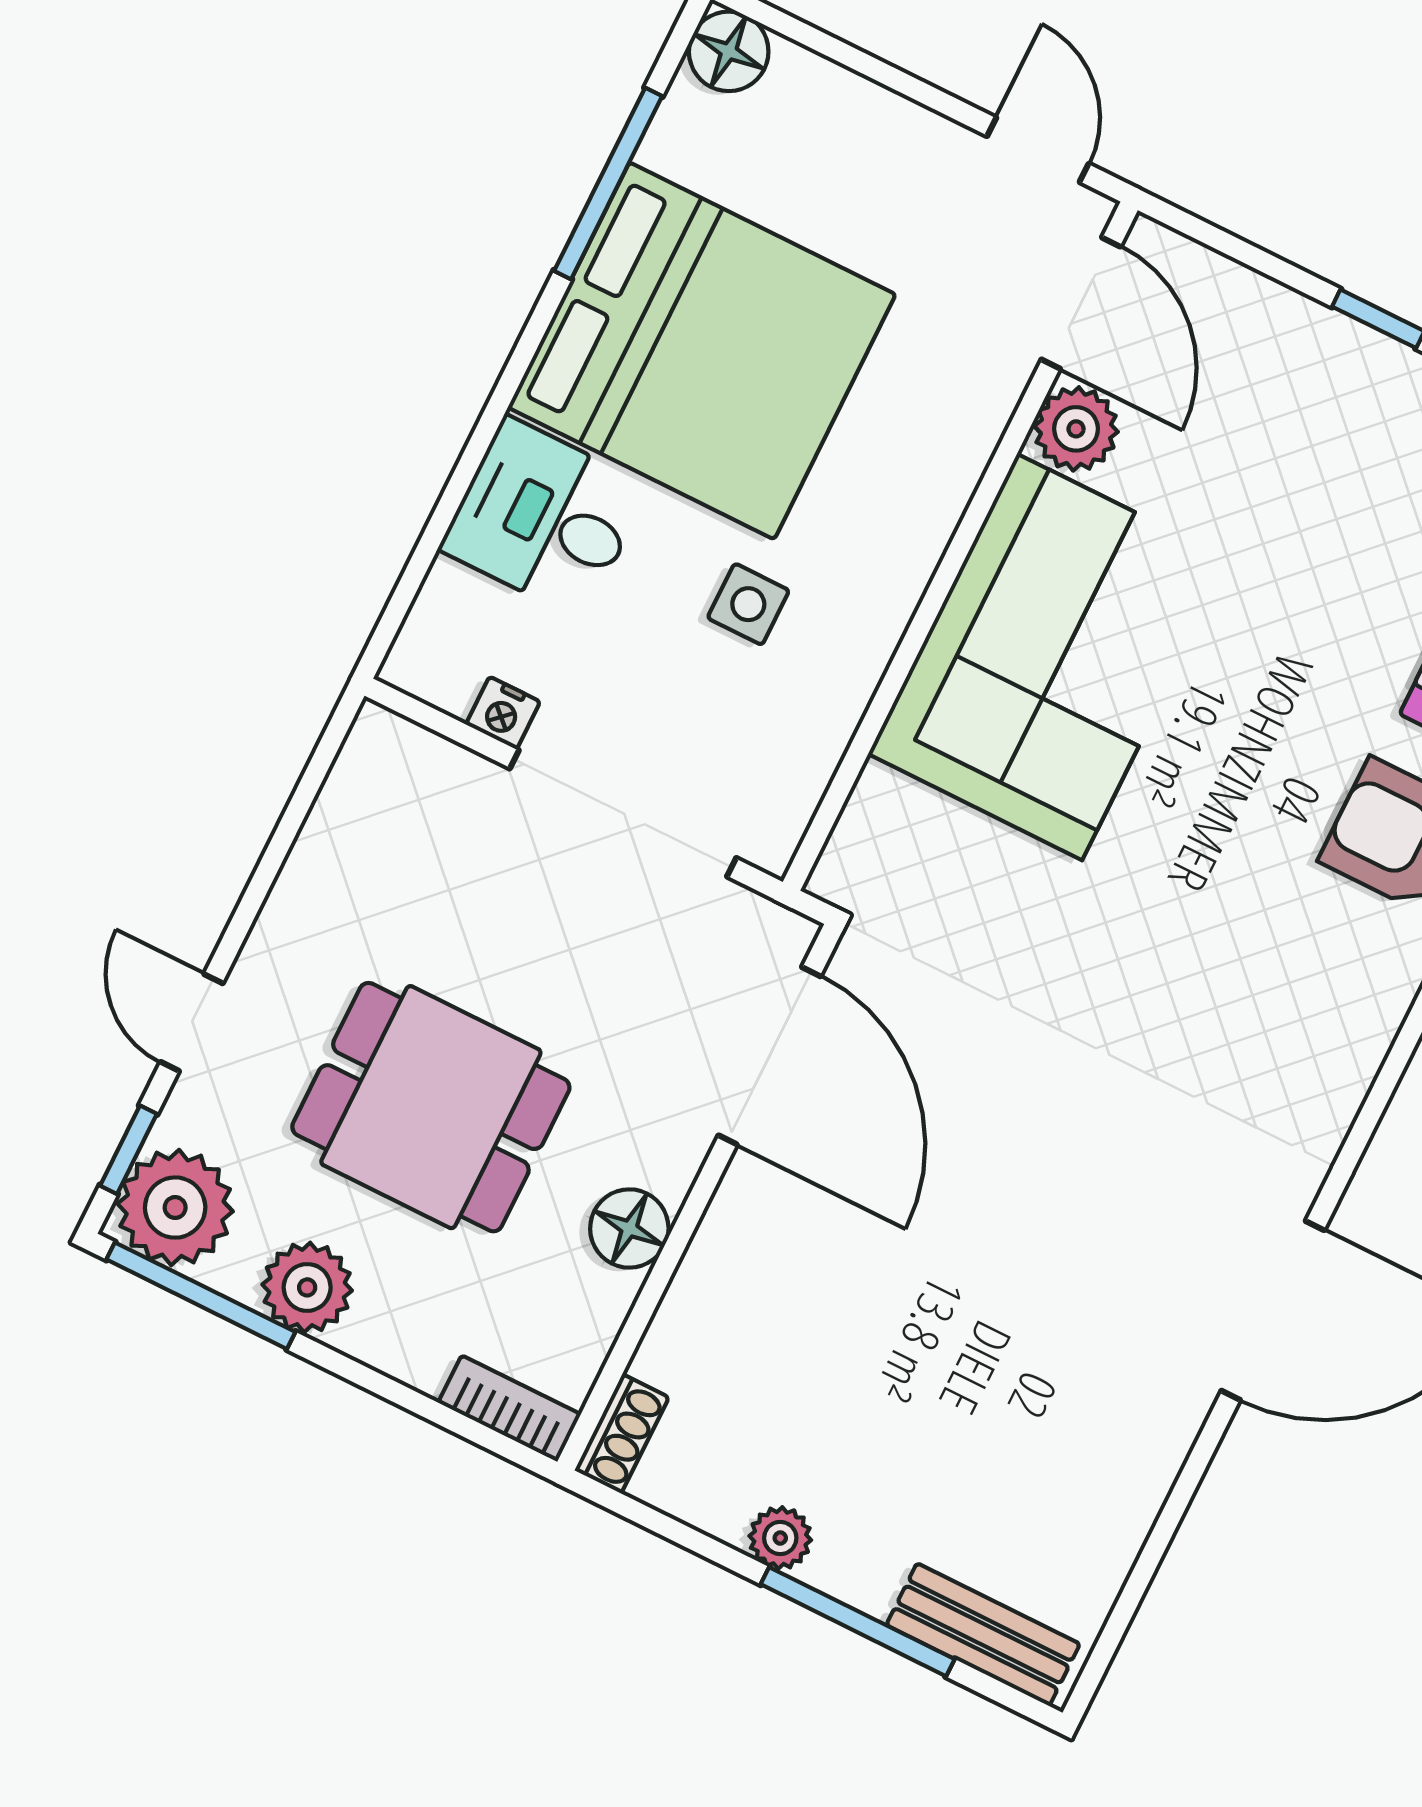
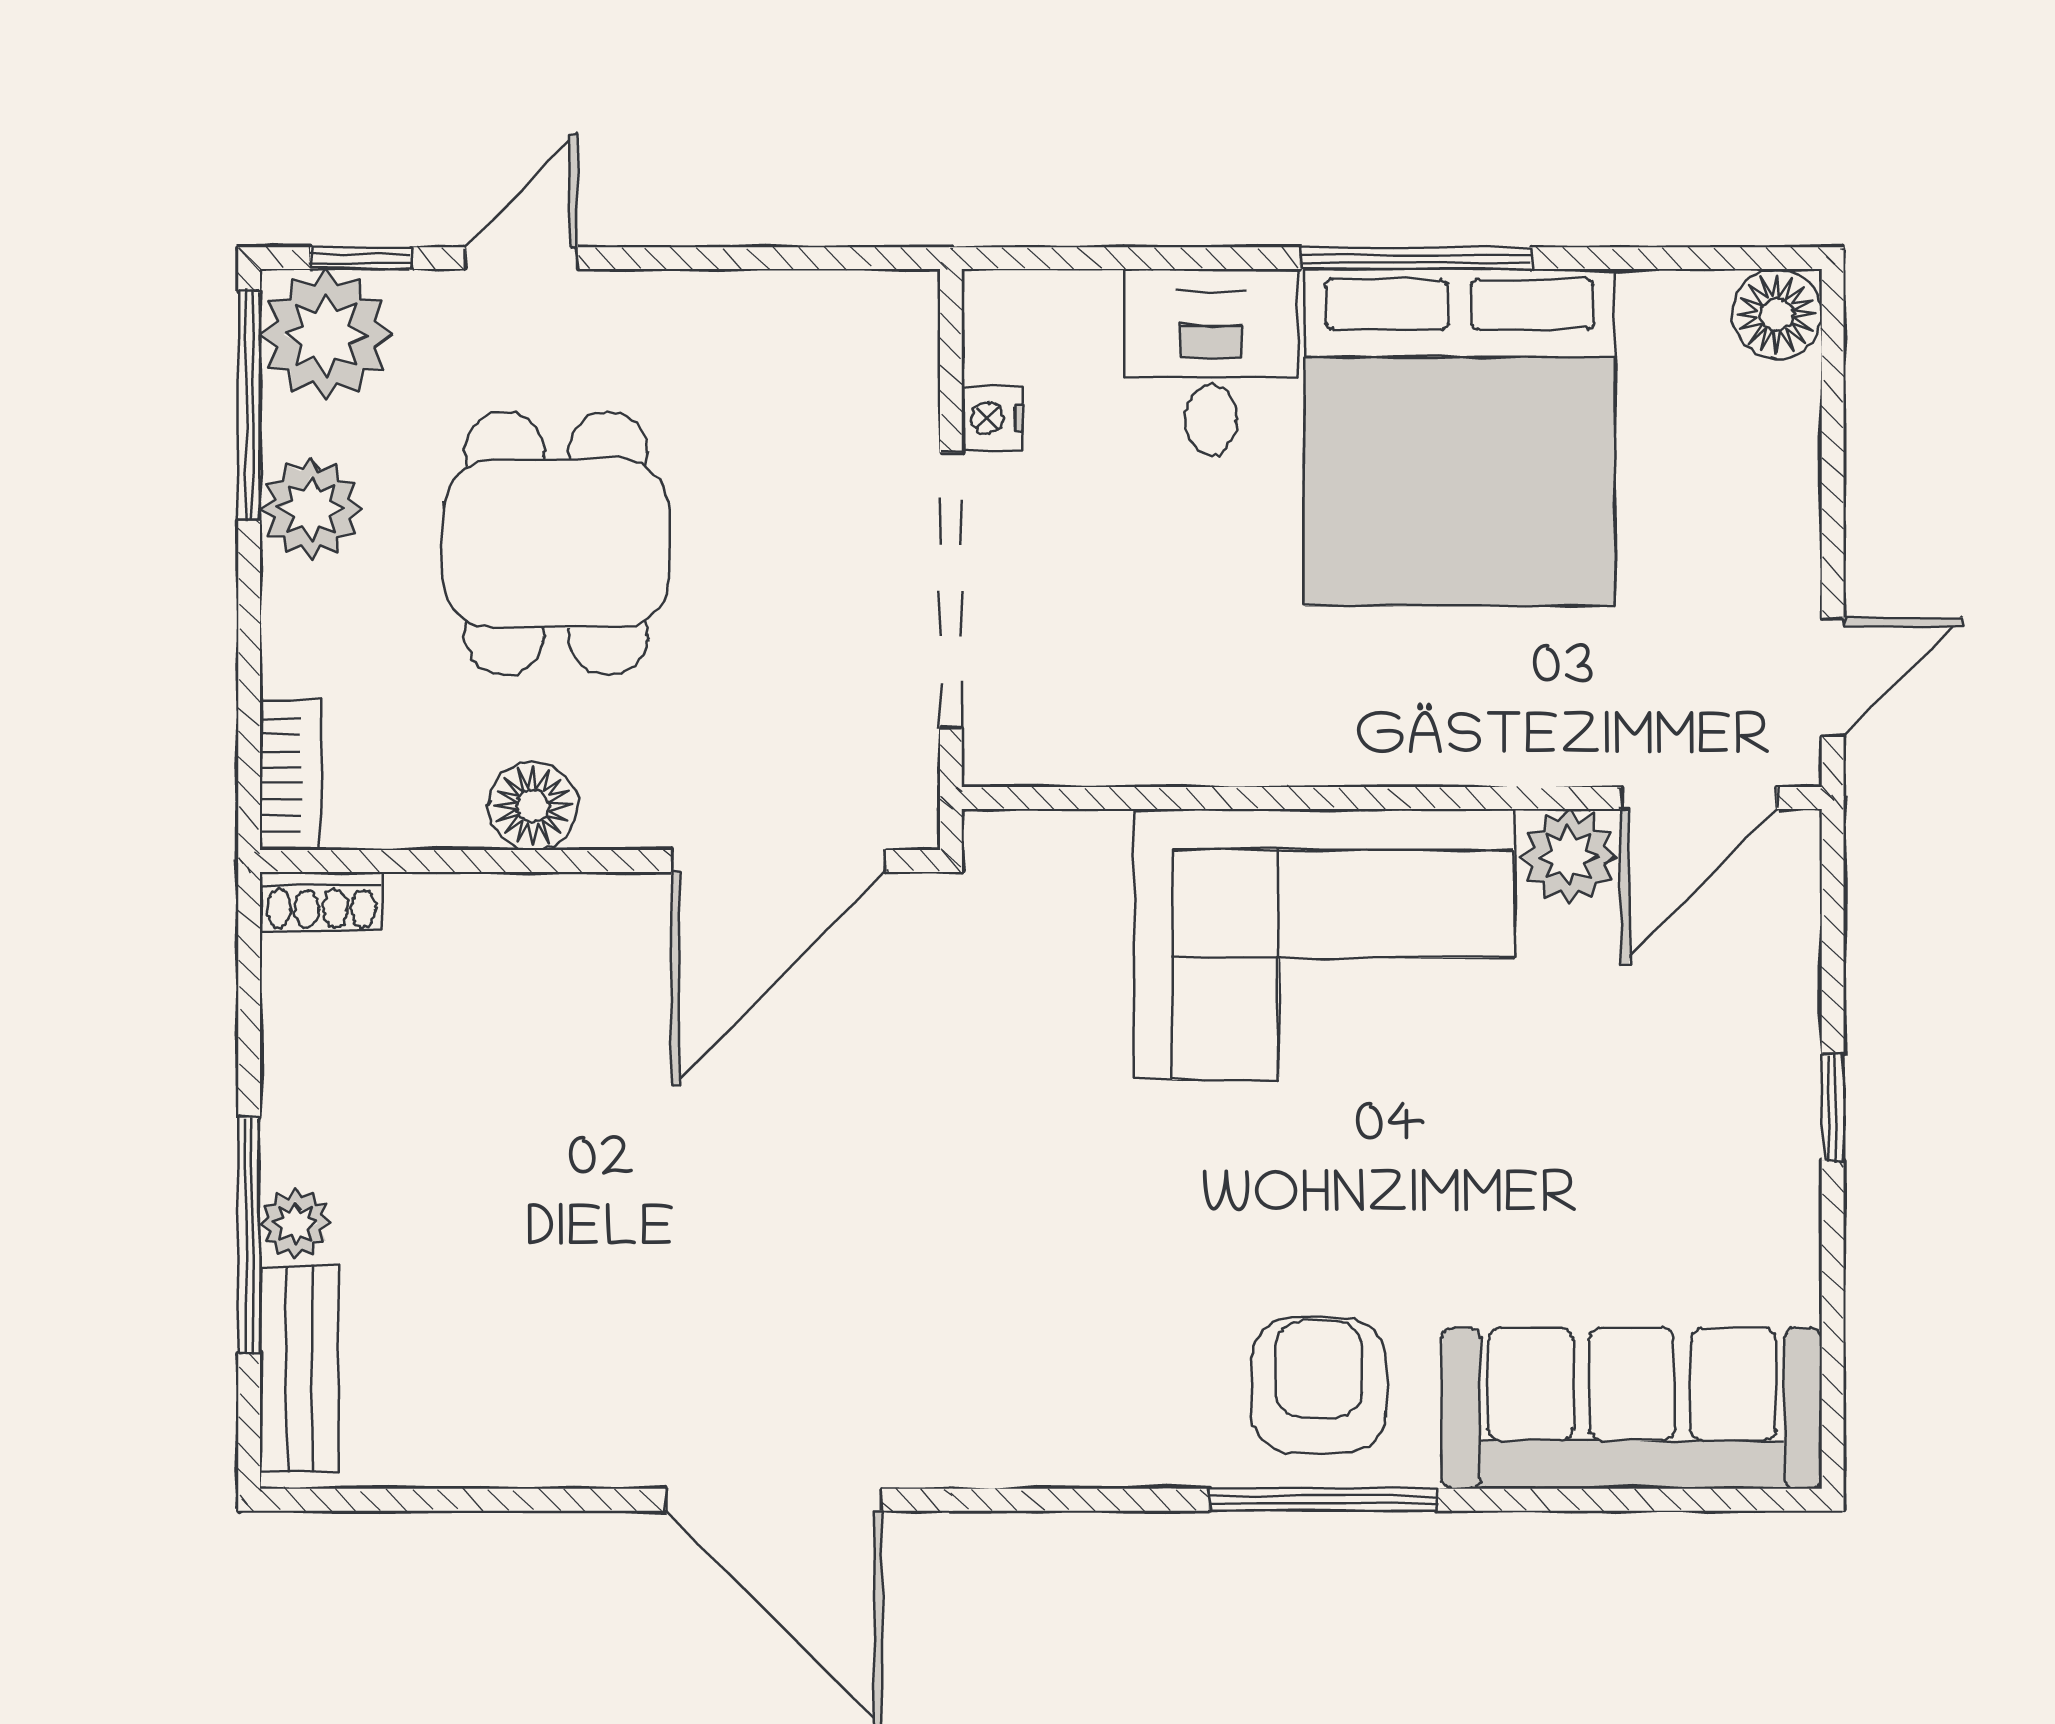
window: (608, 184) -> (1416, 258), moved
side table: (748, 604) -> (1226, 612), removed
plant: (780, 1538) -> (295, 1223), moved

